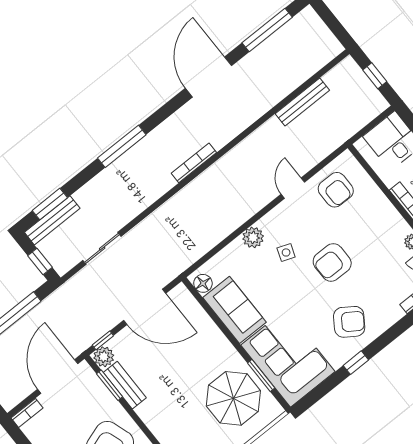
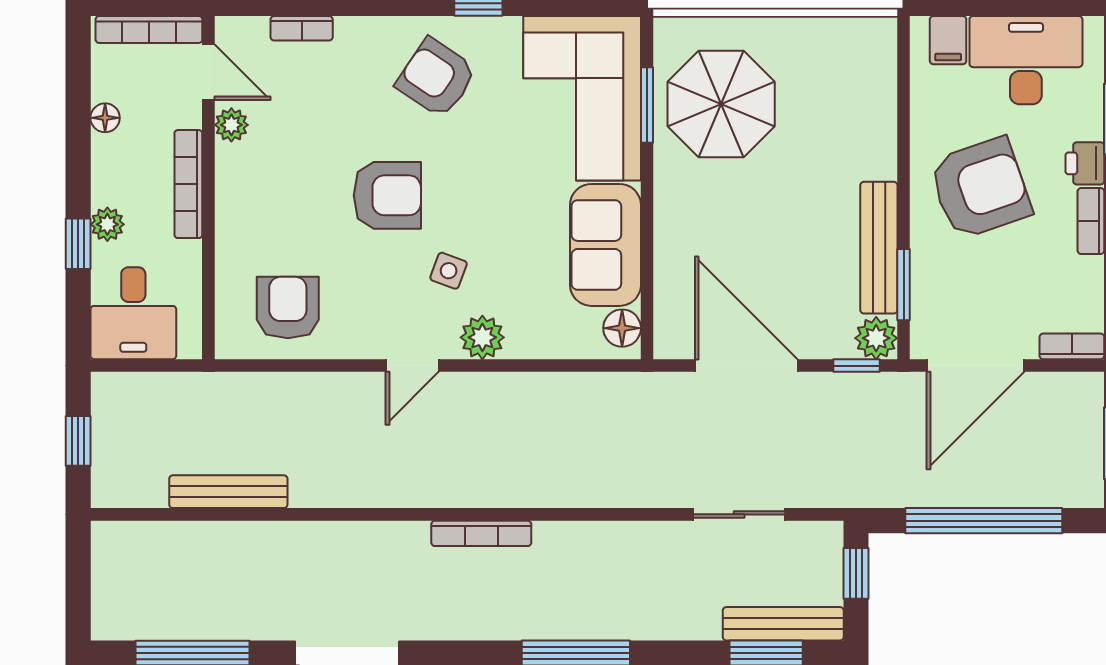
door: (293, 188) -> (412, 366), moved
bench: (125, 385) -> (879, 248), width x1.36

